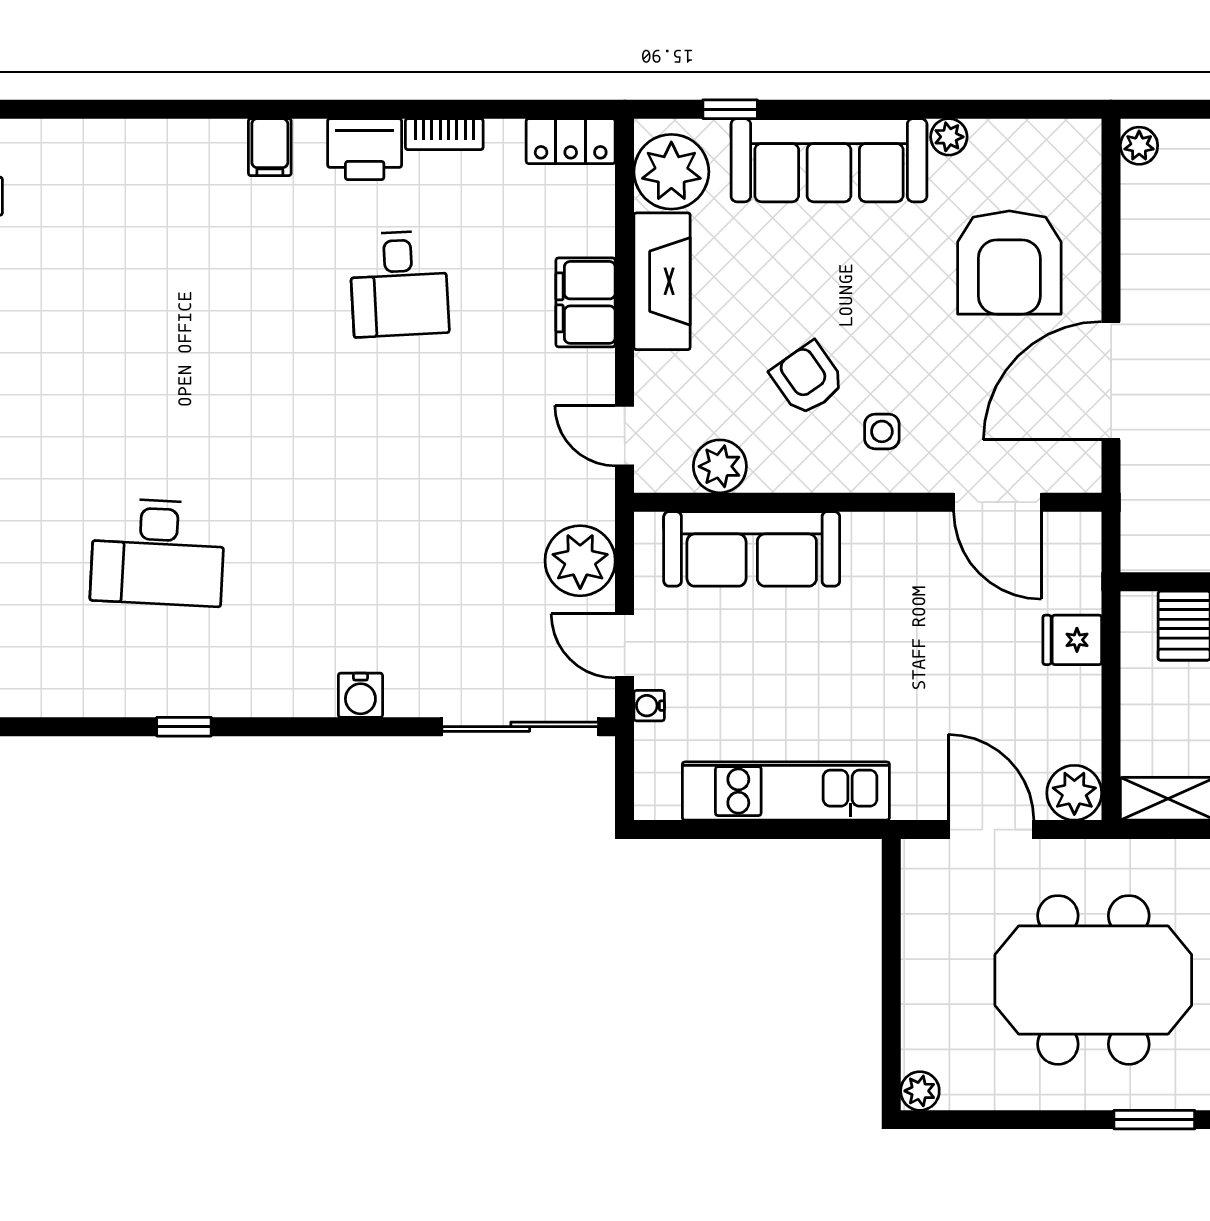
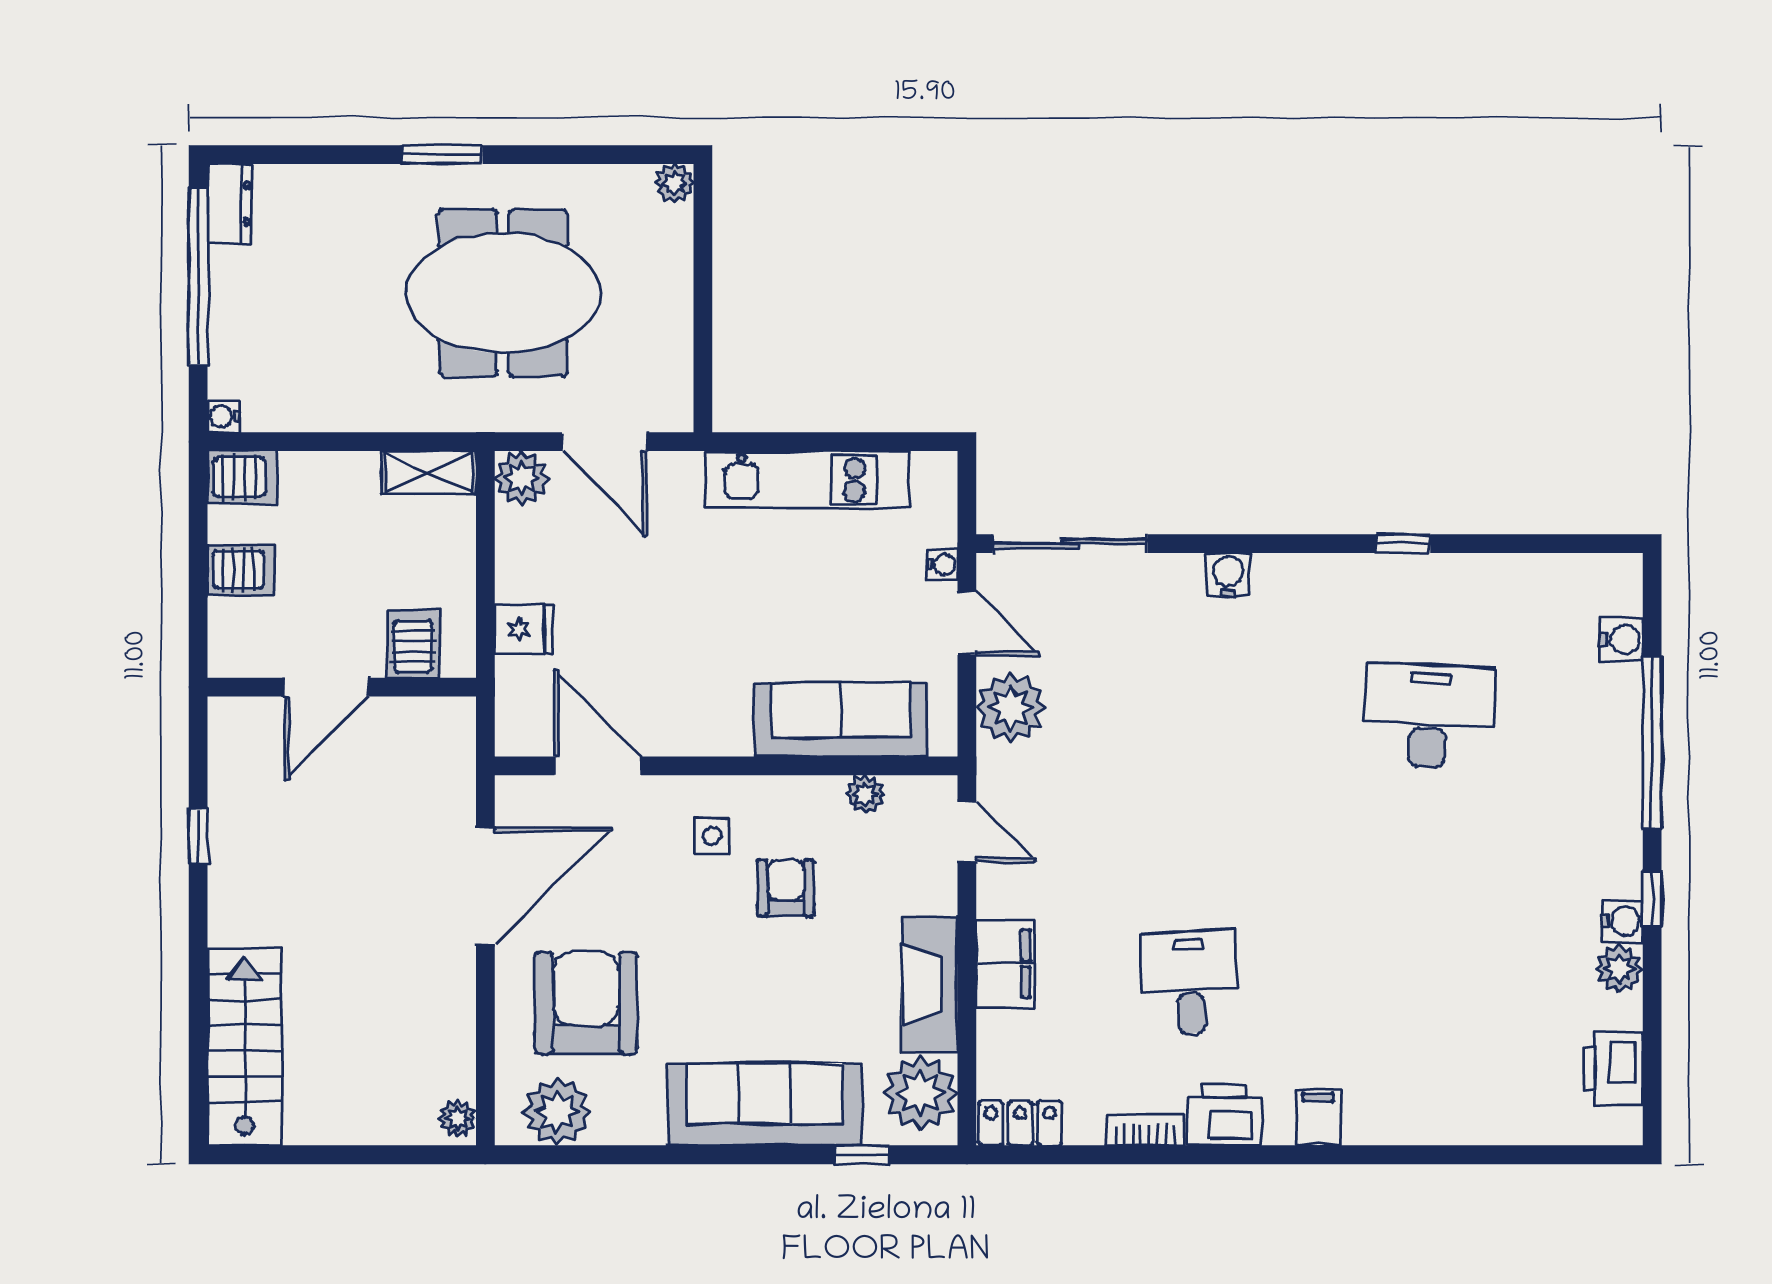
plant: (949, 137) -> (557, 1112), moved, width x1.88, depth x1.88
armchair: (808, 379) -> (786, 888), turned -145
plant: (720, 466) -> (865, 794), width x0.73, depth x0.73

